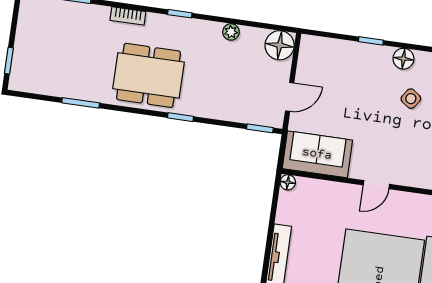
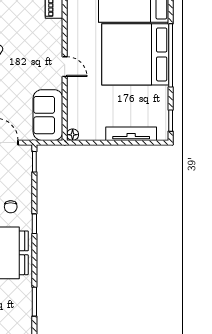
chair: (207, 90) -> (11, 207), added

